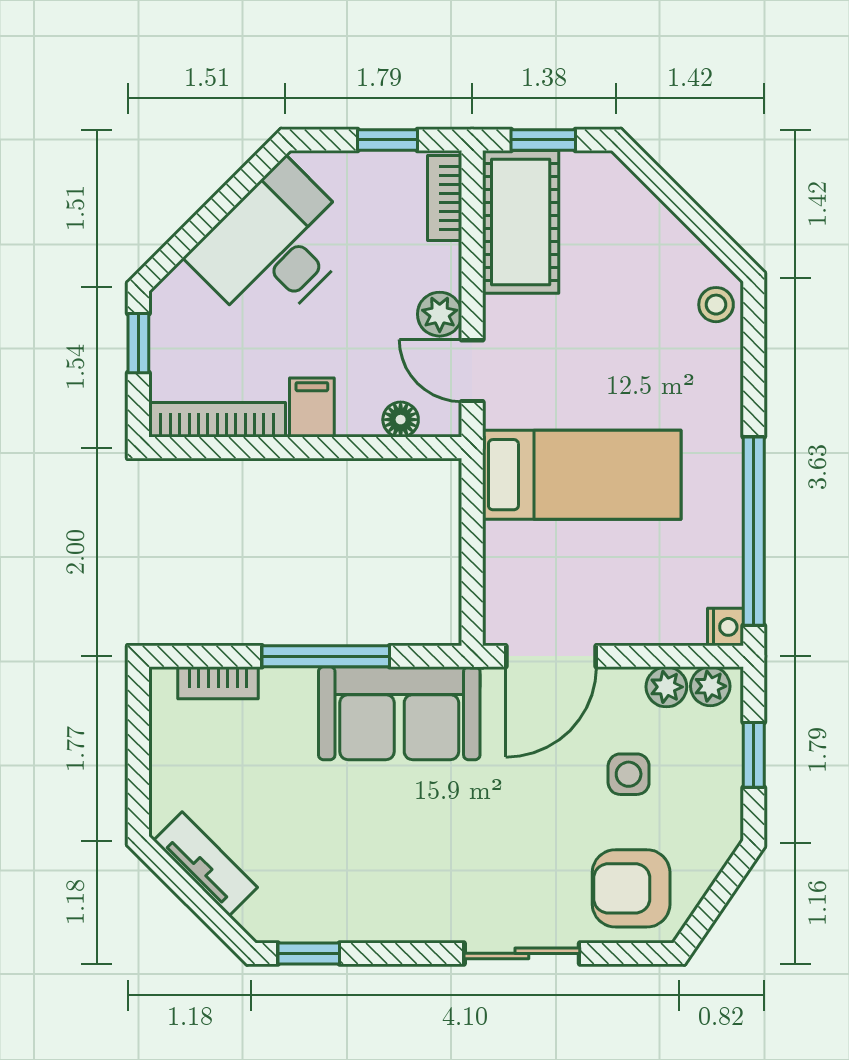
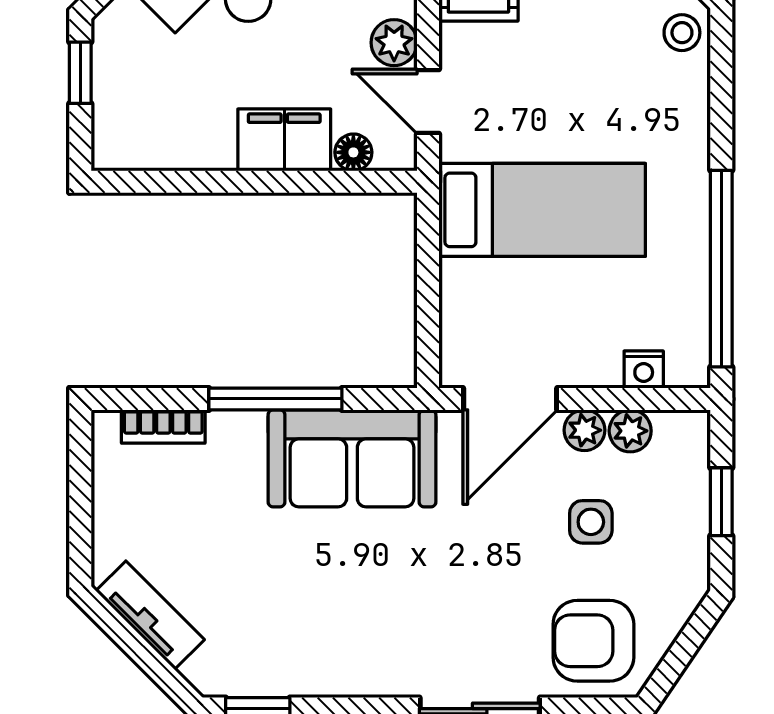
filing cabinet: (312, 407) -> (284, 140), width x2.00
bookcase: (217, 420) -> (162, 153), removed
nightstand: (725, 627) -> (644, 370), moved, turned 90
plant: (710, 686) -> (584, 430), moved

